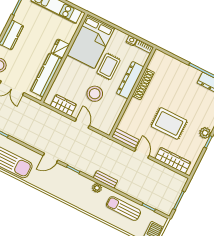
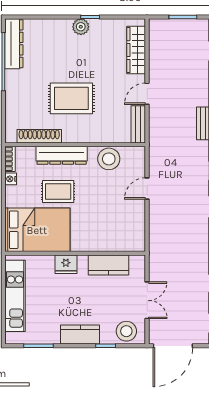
kitchen counter: (46, 75) -> (108, 265), width x0.67
shoe rack: (143, 84) -> (39, 136), moved
stool: (95, 94) -> (109, 159), moved
wardrobe: (63, 105) -> (136, 224), removed
rug: (169, 123) -> (71, 98), moved, turned 90

